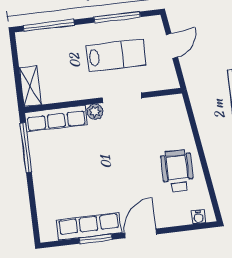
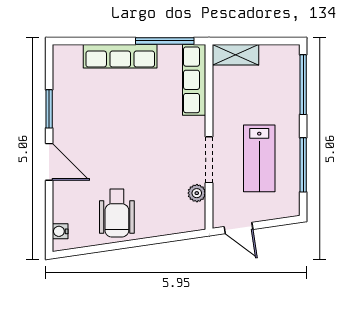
door: (172, 46) -> (239, 228), moved
plant: (95, 112) -> (197, 193), moved
wheelchair: (177, 171) -> (117, 213), turned 90
row of seats: (89, 227) -> (120, 56), moved, turned 90

